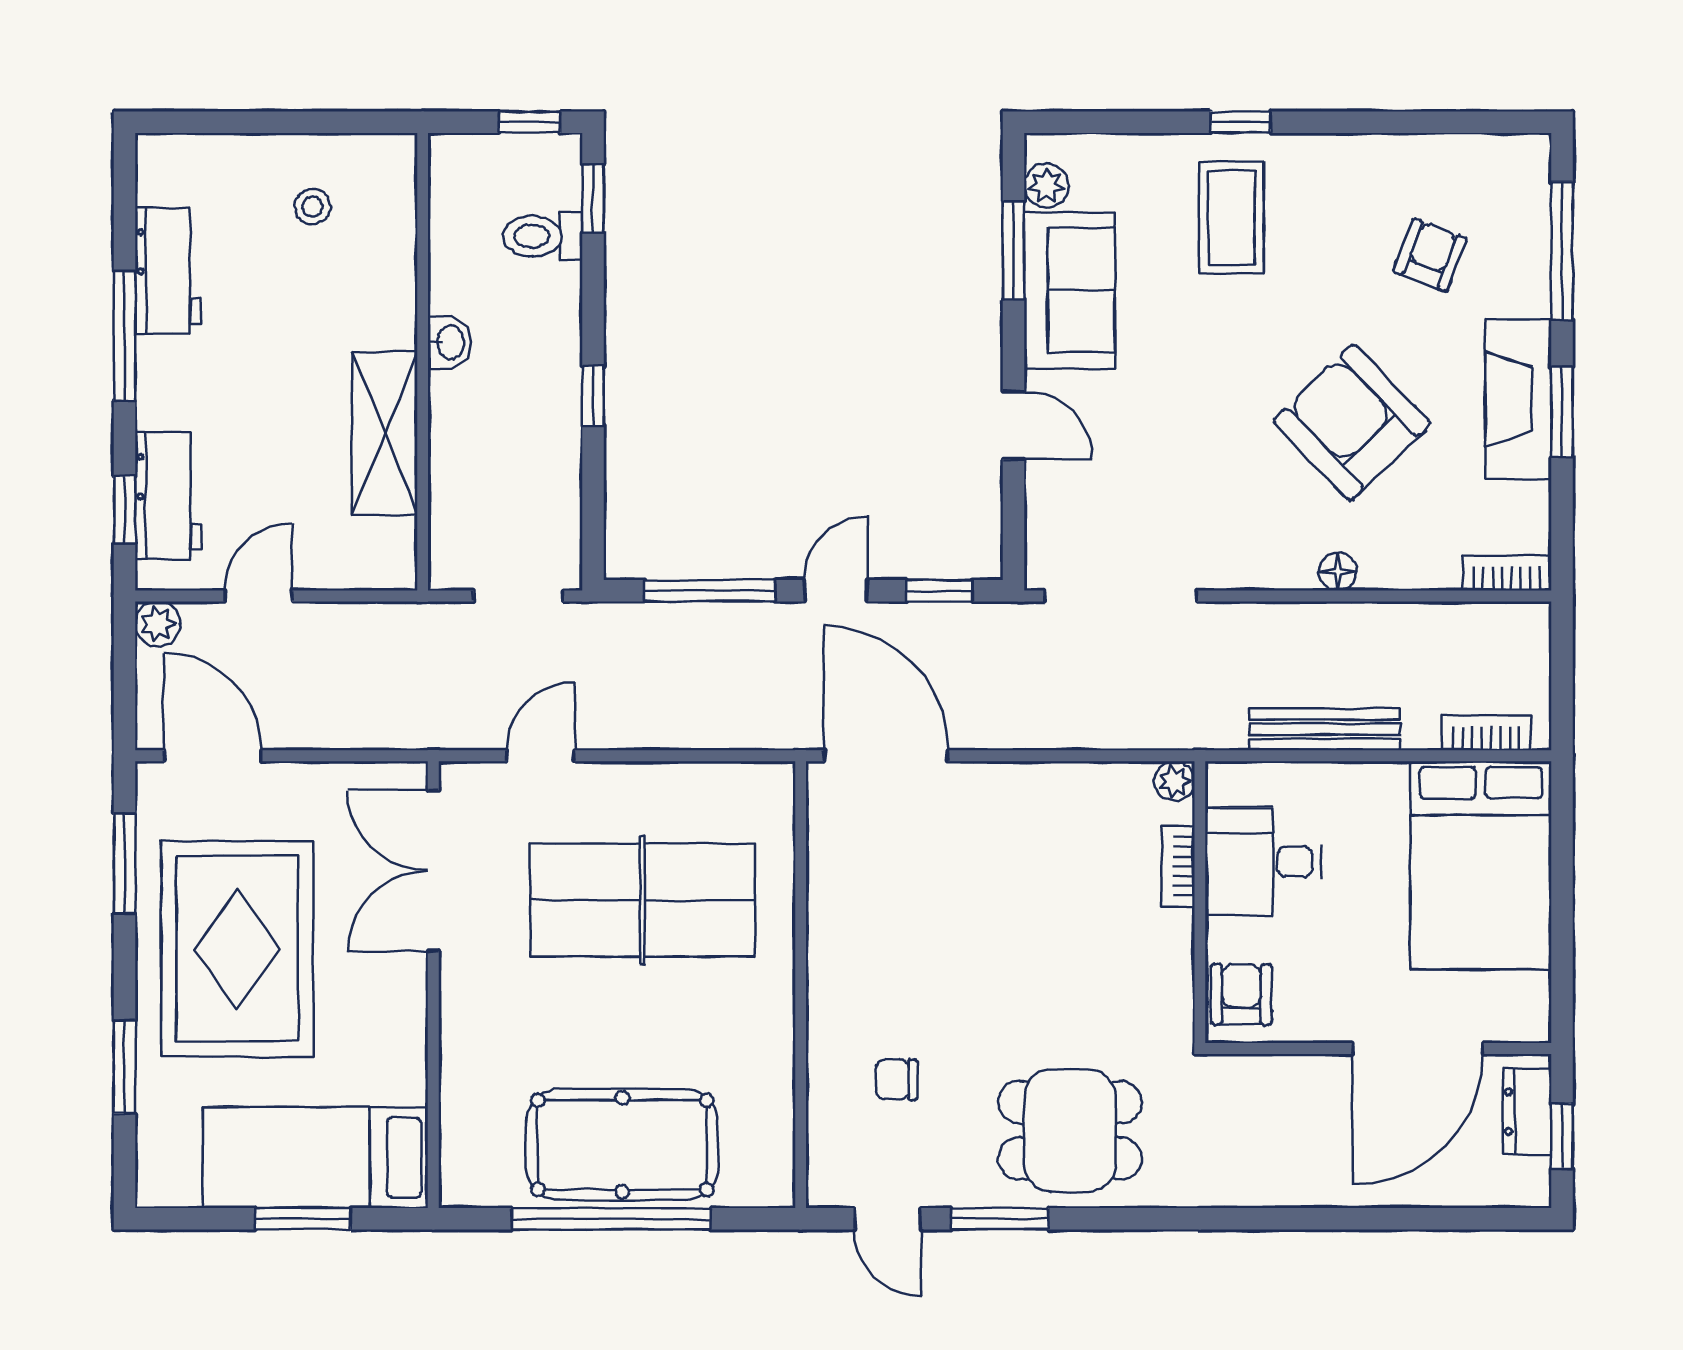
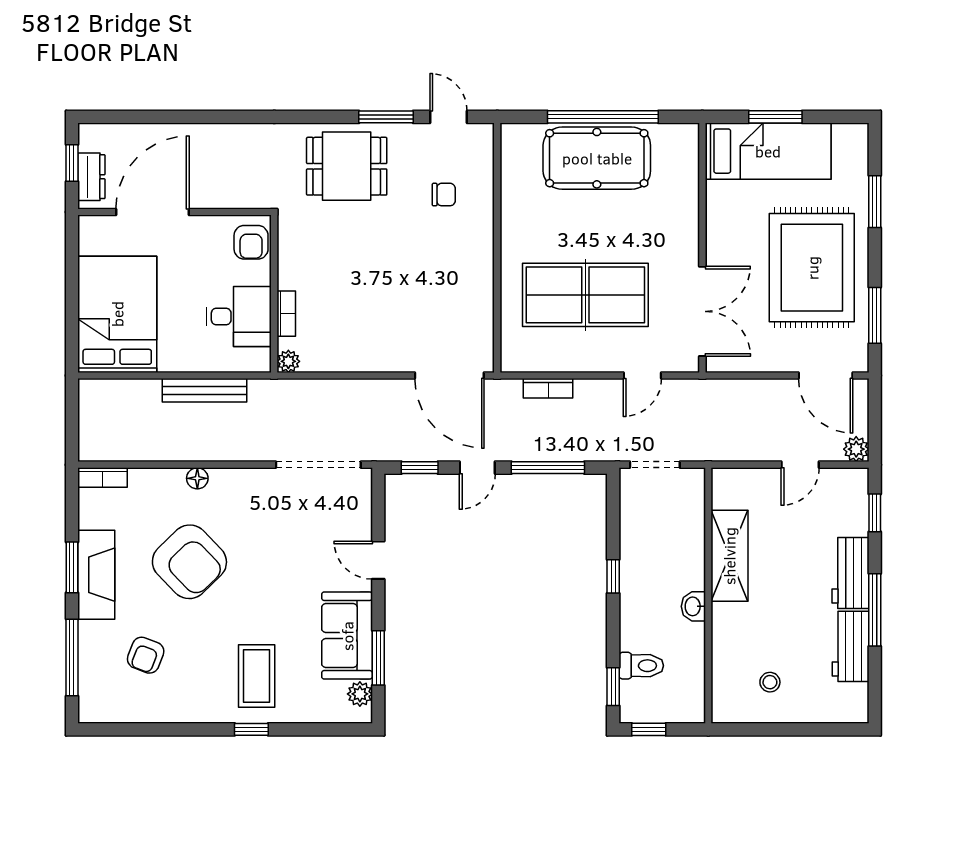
workbench: (168, 496) -> (850, 573), moved
bookcase: (1486, 733) -> (548, 388), moved

